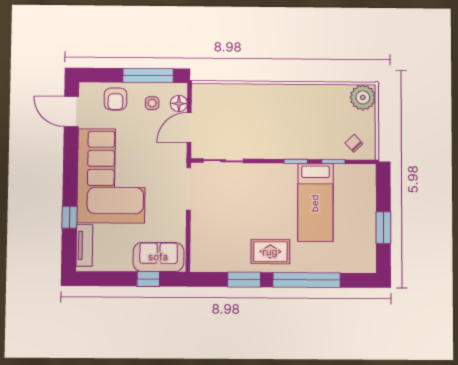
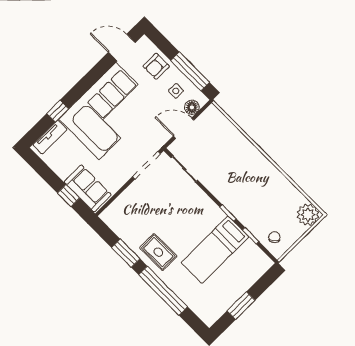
door: (71, 112) -> (122, 47), hinge flipped

